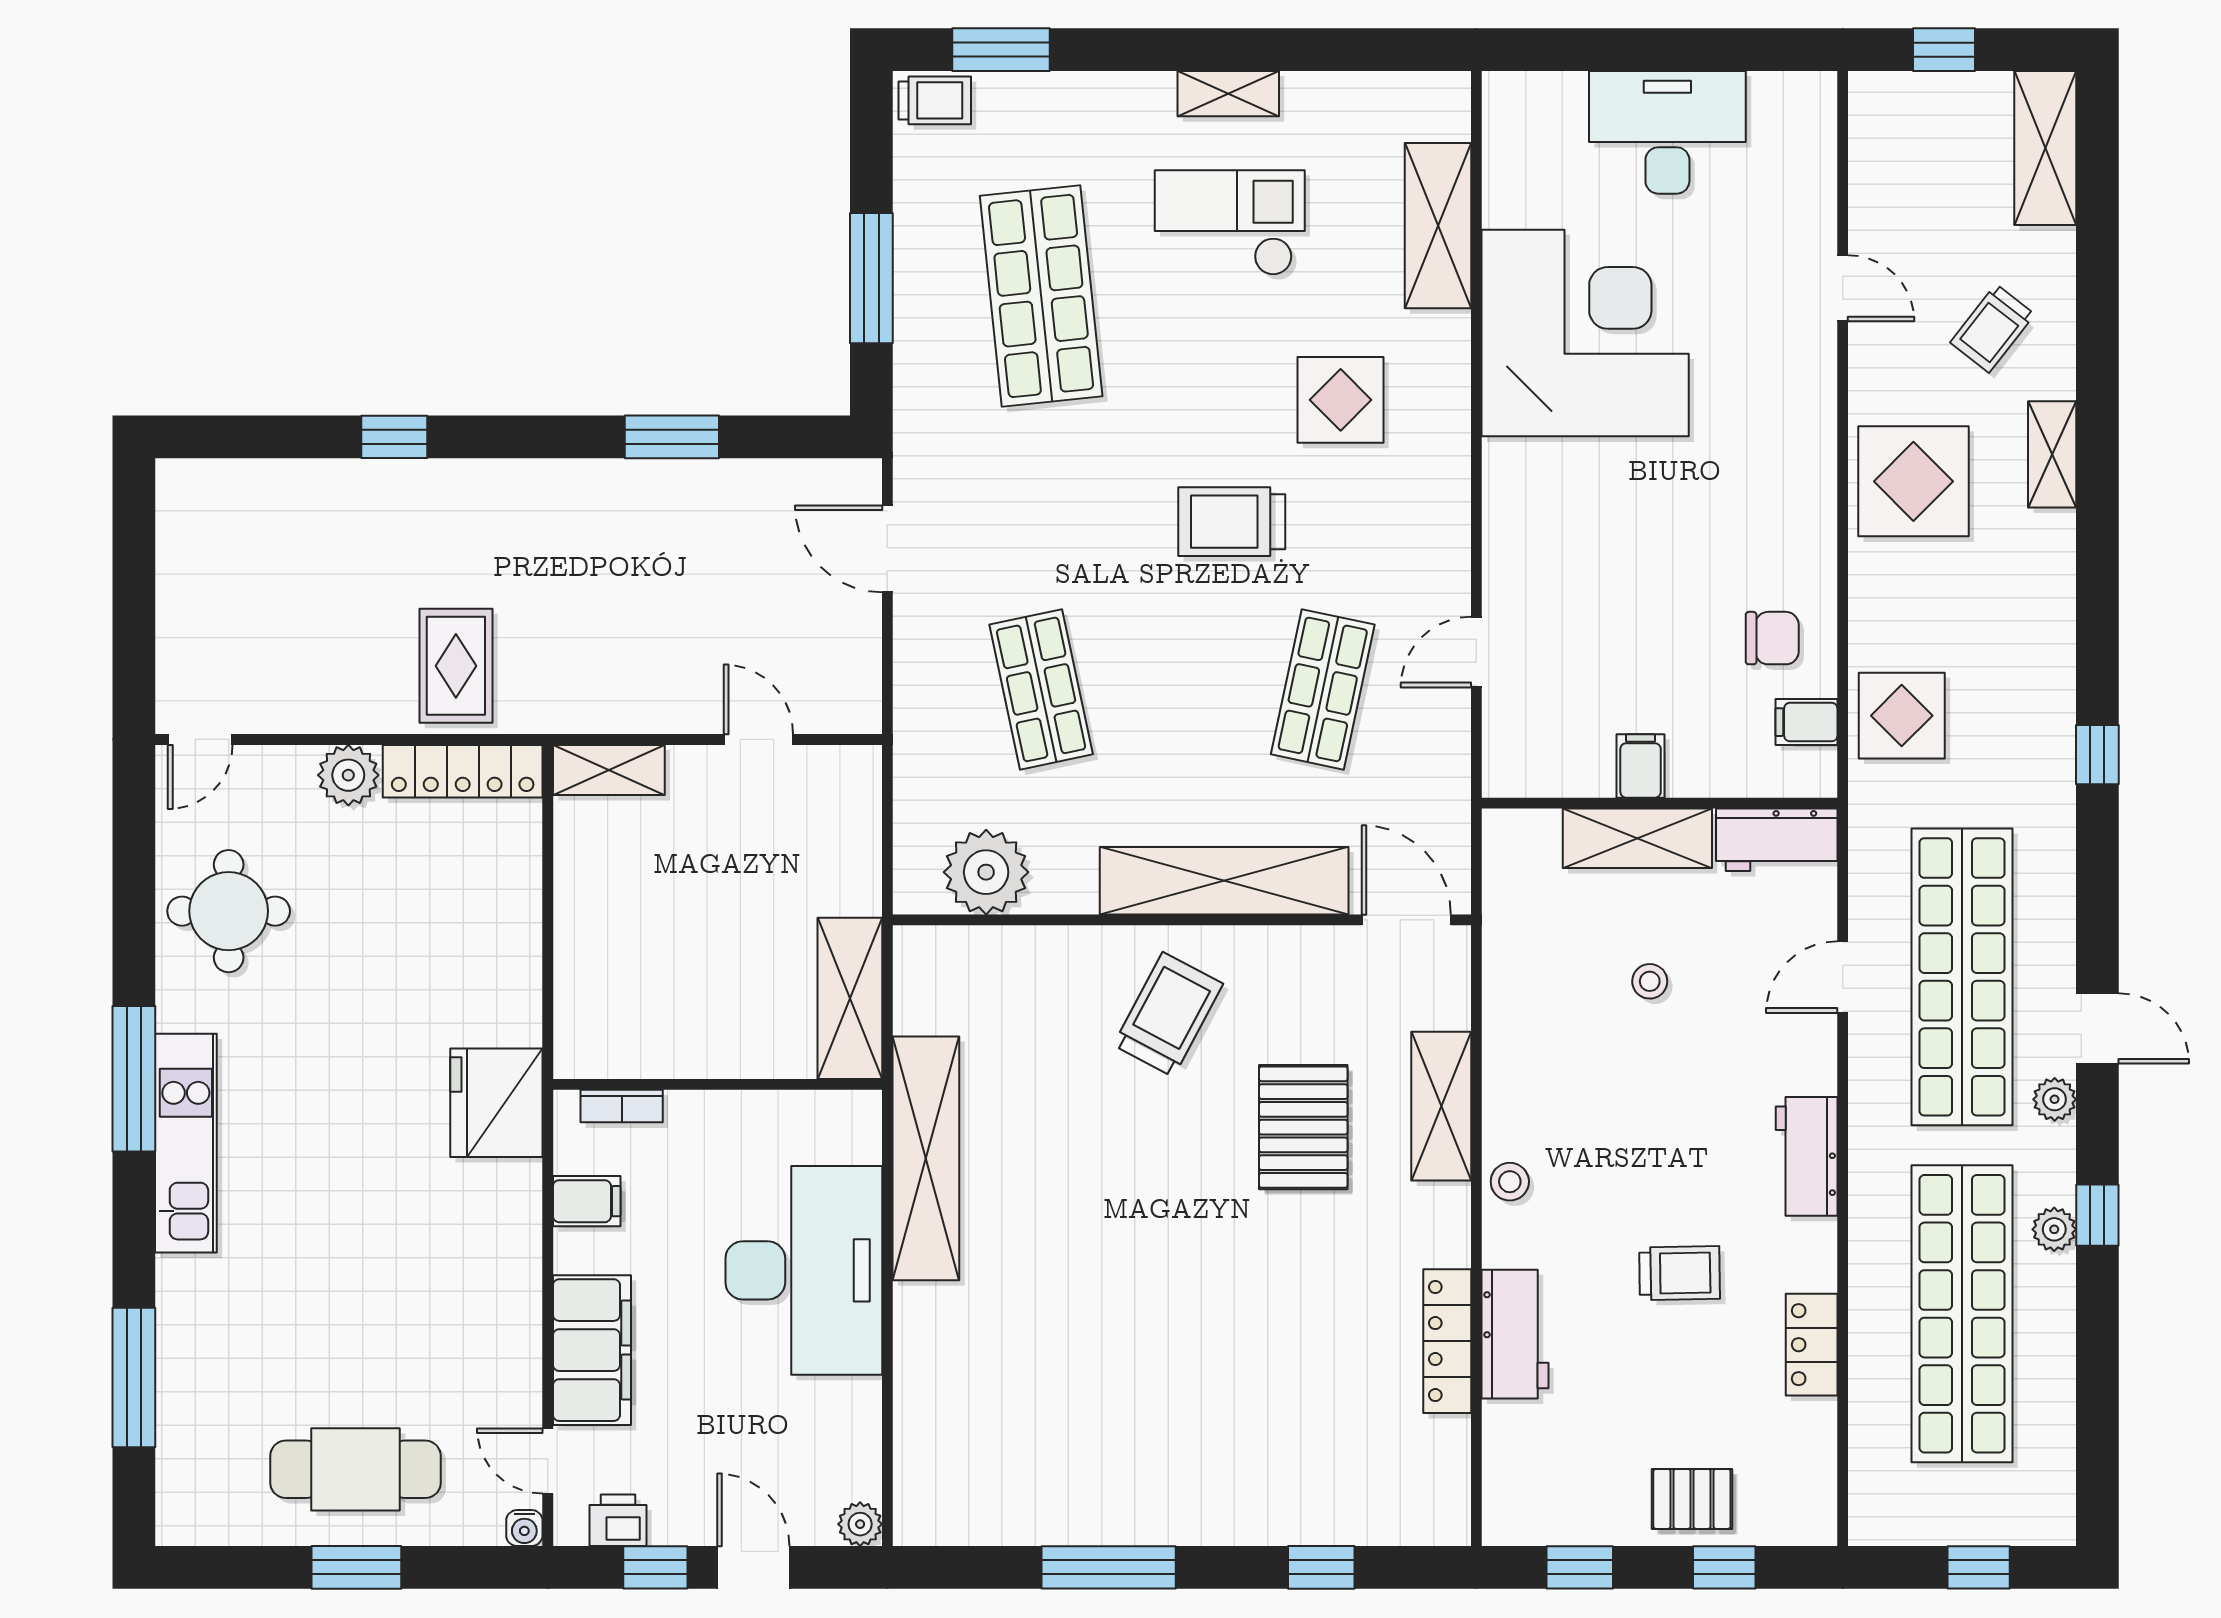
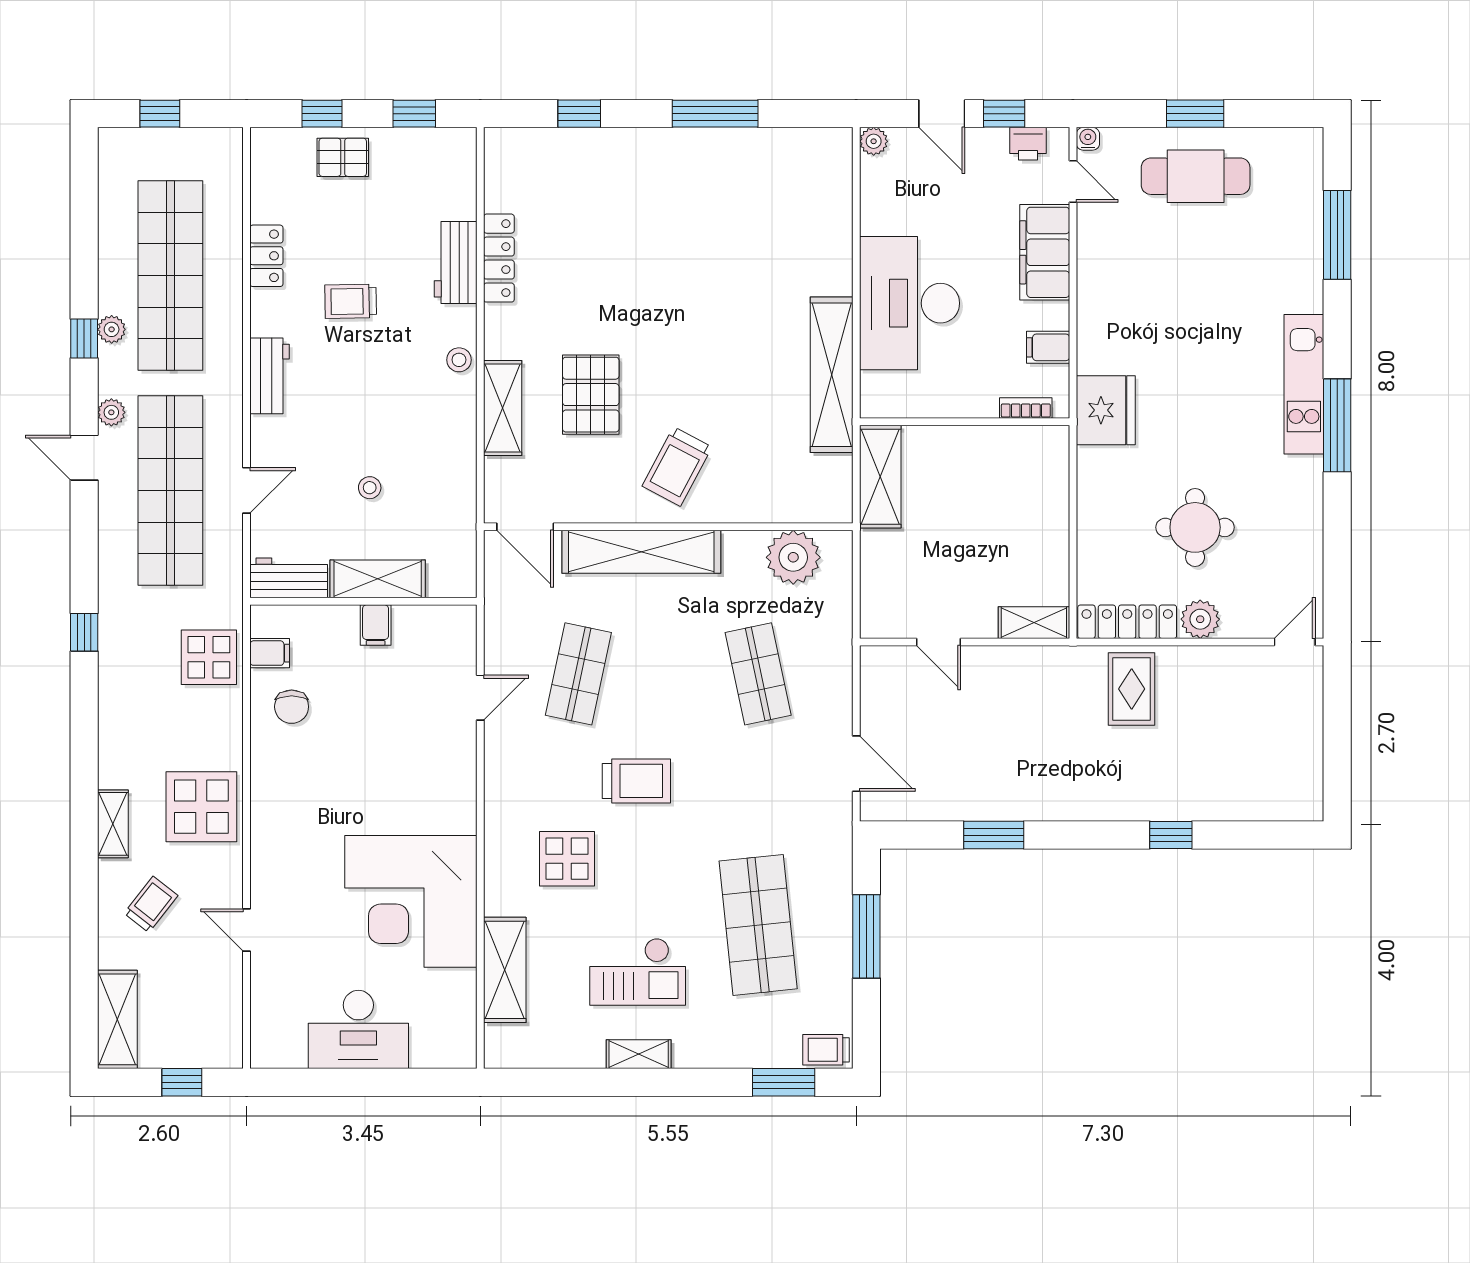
chair: (1772, 638) -> (292, 707), turned -90
round table: (229, 911) -> (1195, 527), moved

